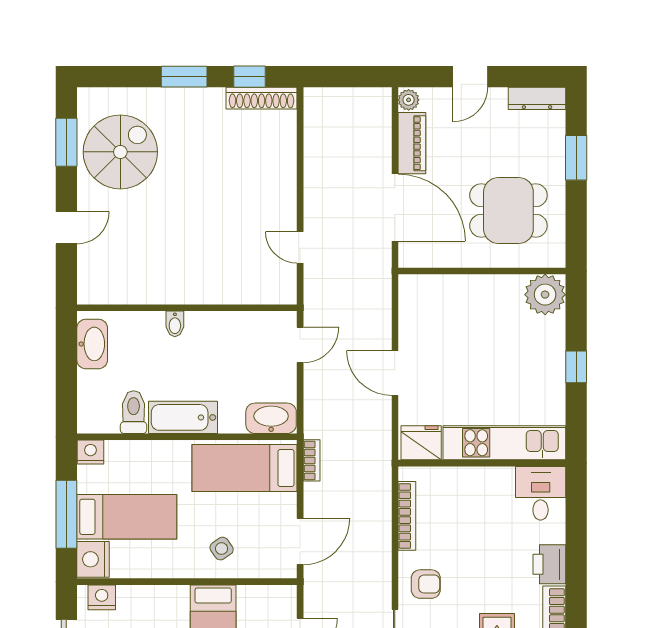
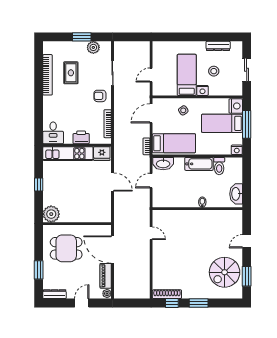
door: (300, 345) -> (151, 181), moved
printer: (549, 564) -> (81, 137), moved, turned -90
nightstand: (102, 597) -> (202, 90), moved

